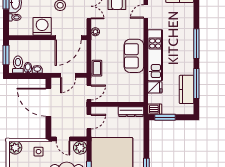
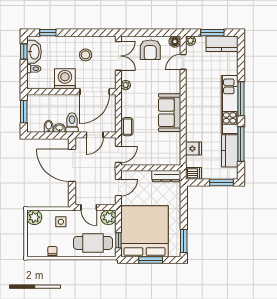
kitchen unit: (155, 55) -> (230, 104), moved, turned 180
toilet: (18, 65) -> (72, 122), moved
window: (165, 117) -> (222, 183), moved

